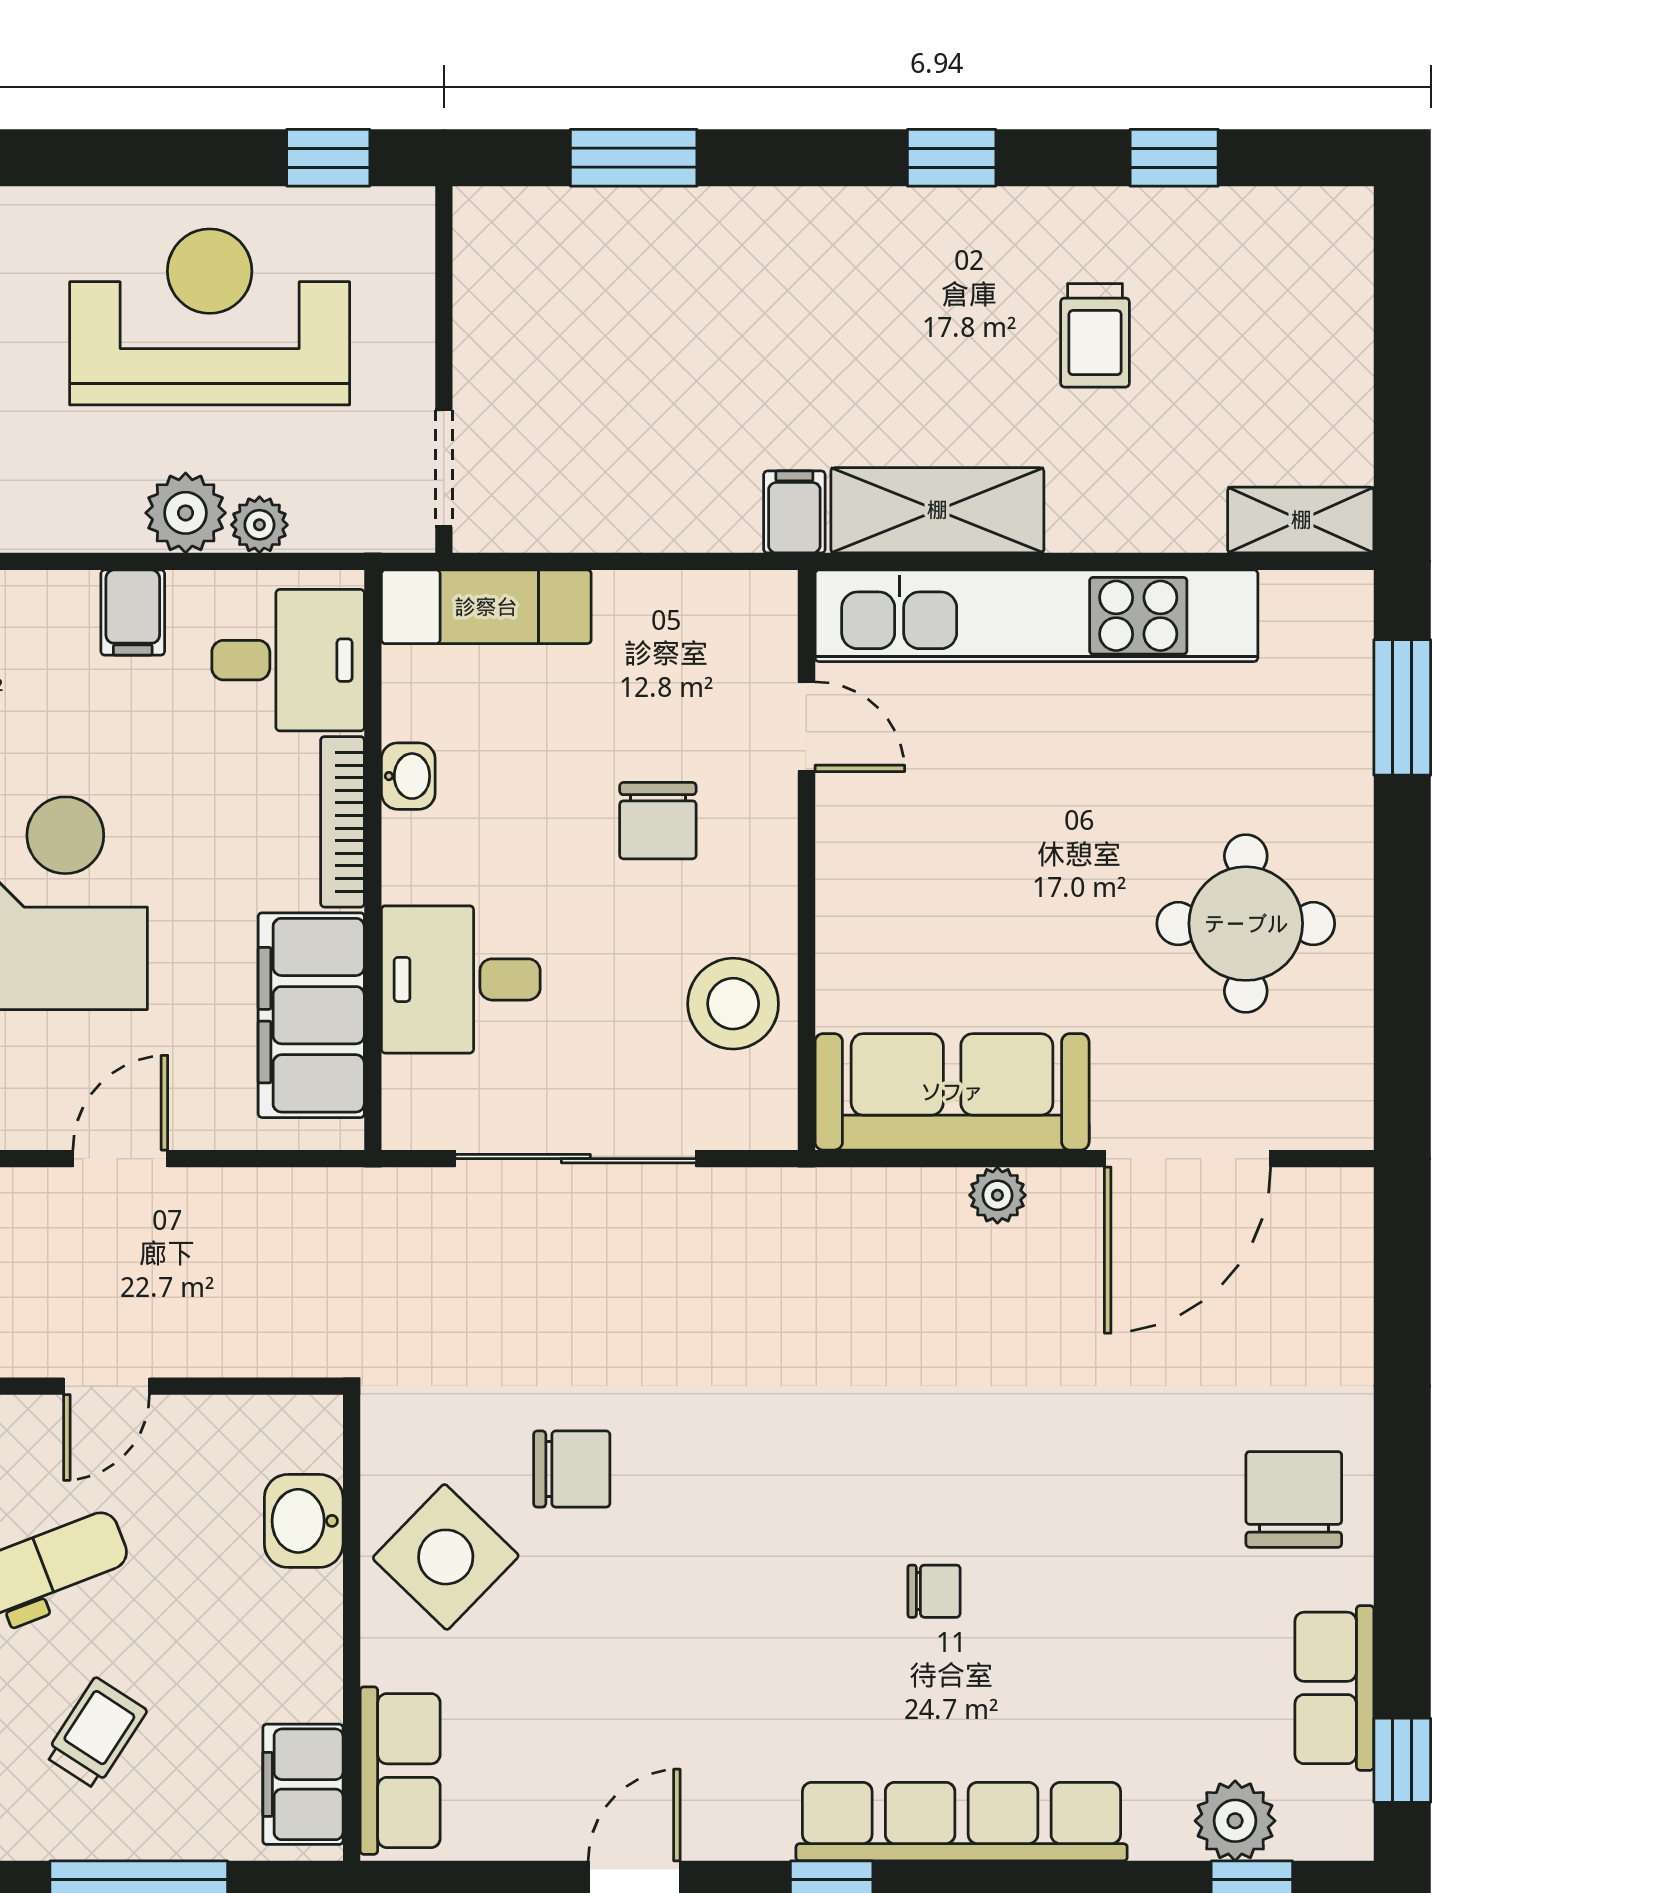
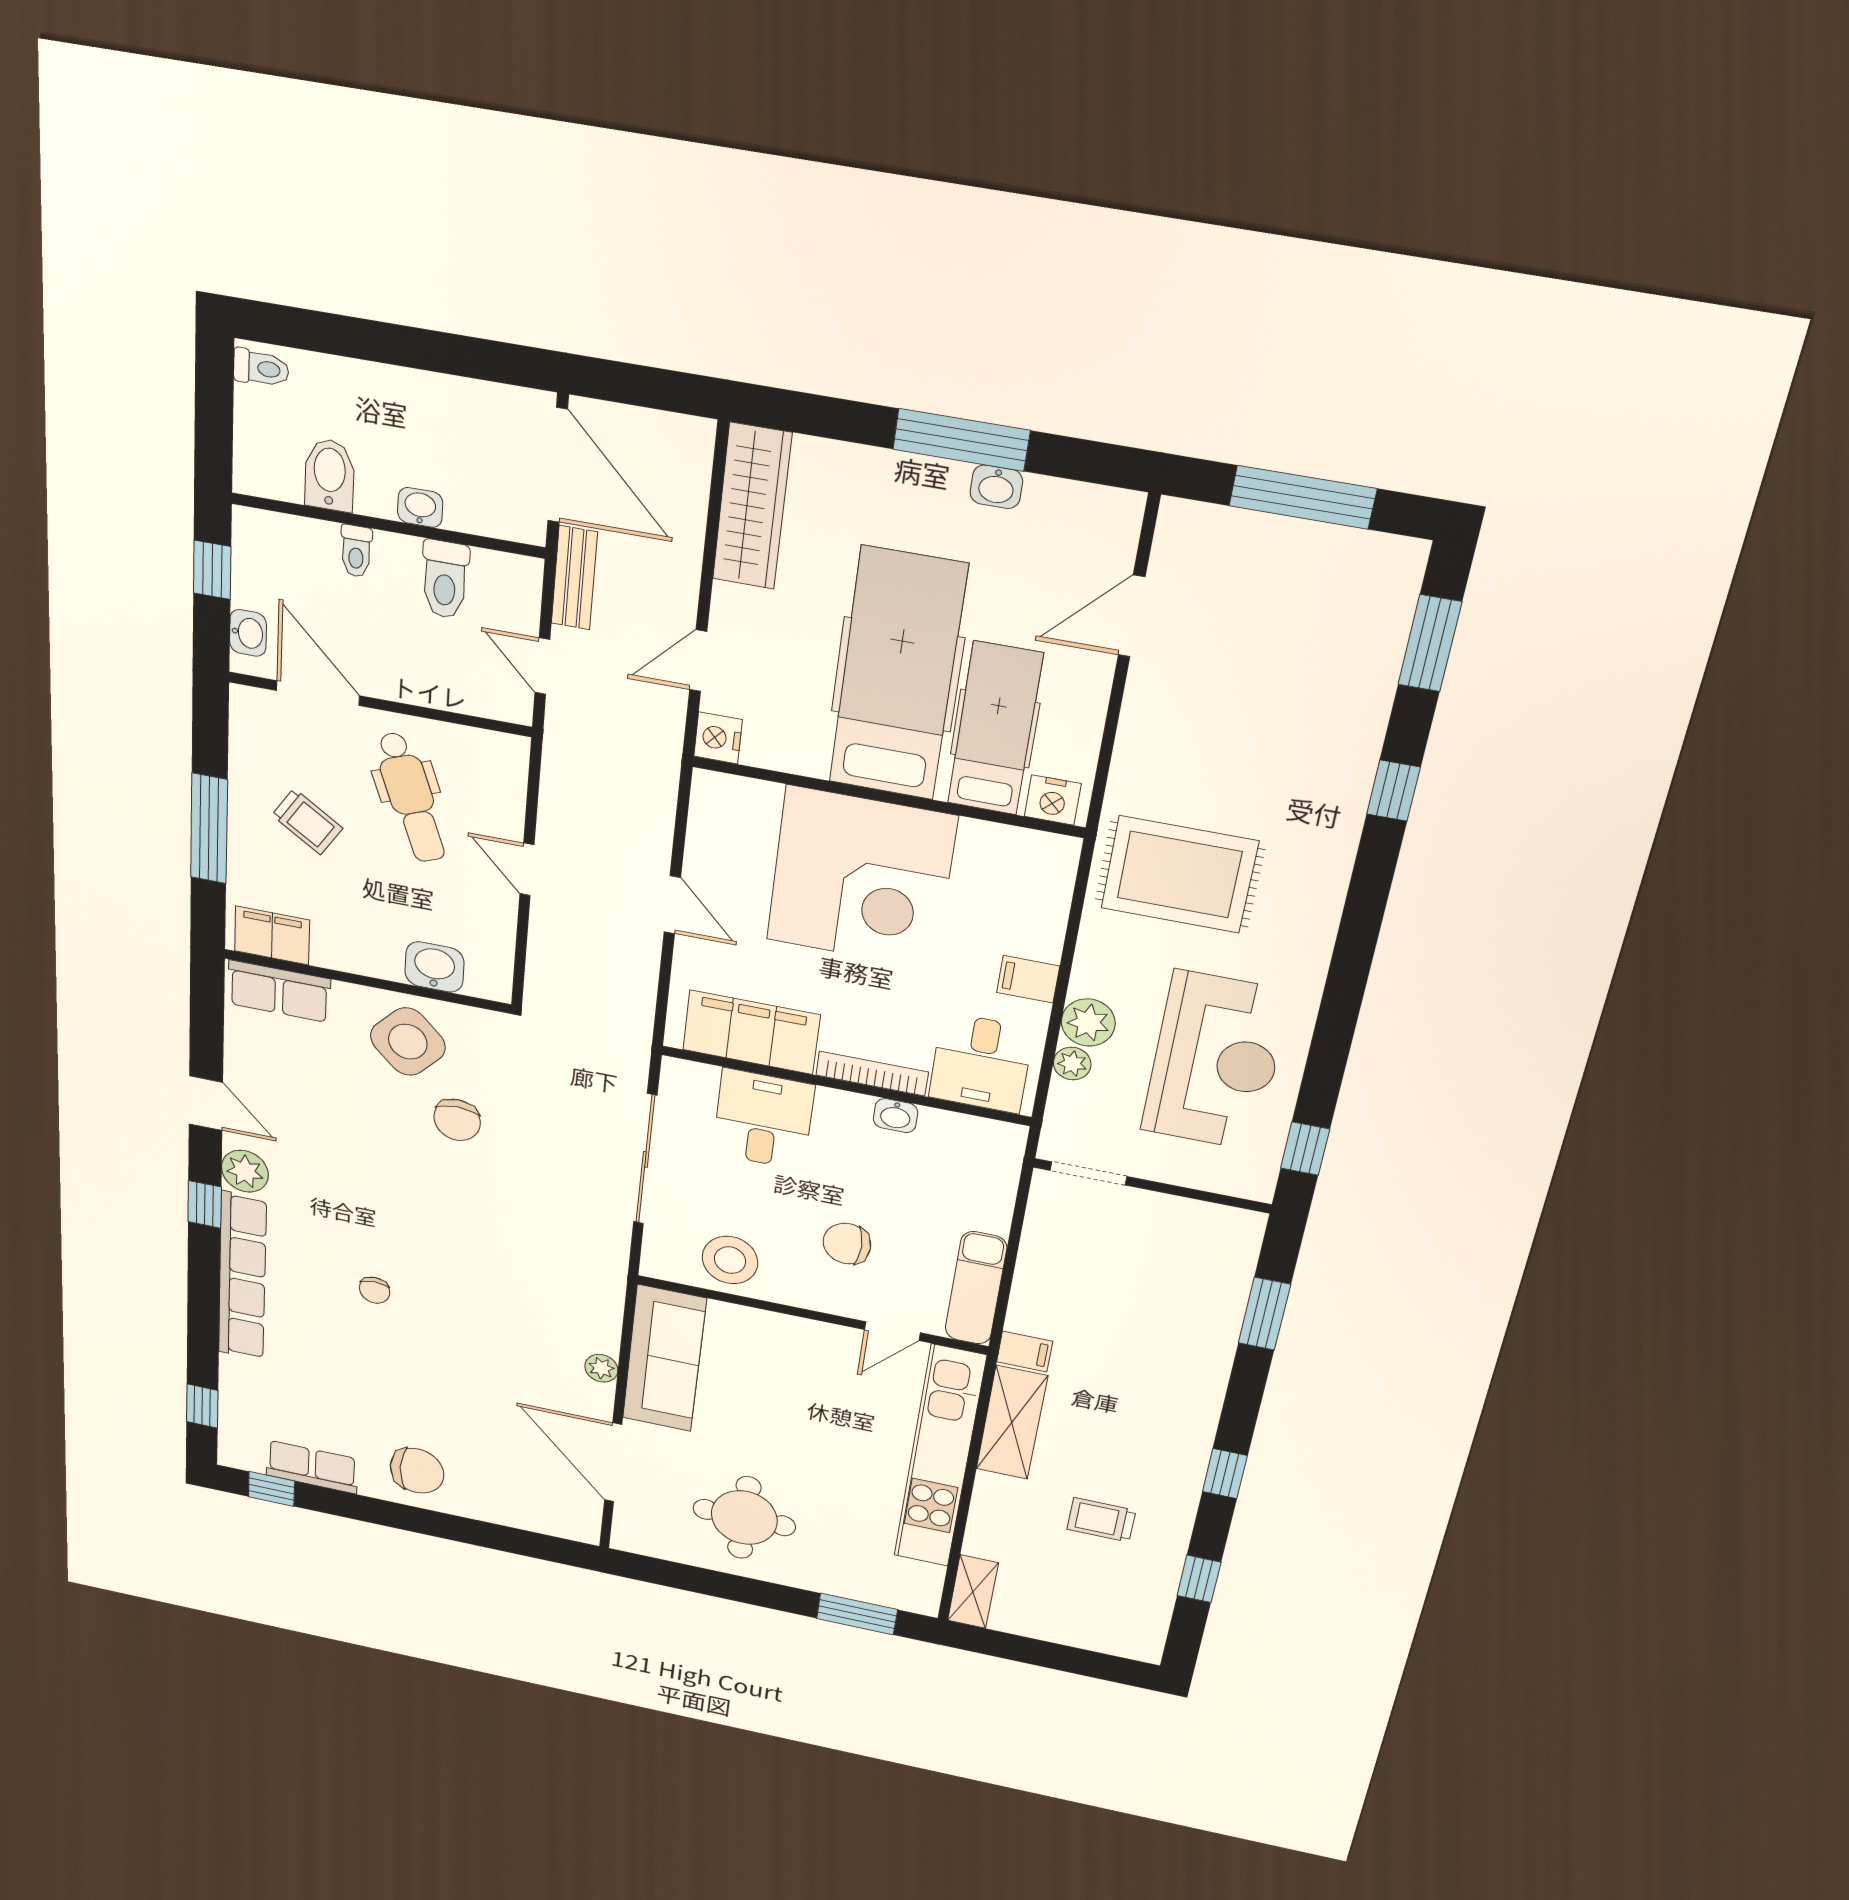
exam couch: (486, 607) -> (976, 1288), moved
plant: (1235, 1821) -> (245, 1171), moved

